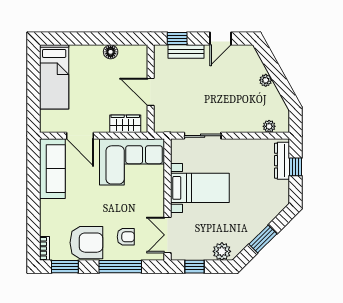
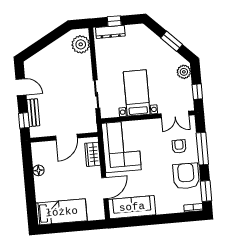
plant: (266, 80) -> (50, 50), removed
plant: (269, 126) -> (81, 44), width x1.88, depth x1.88

